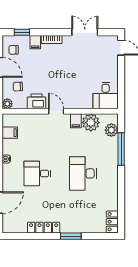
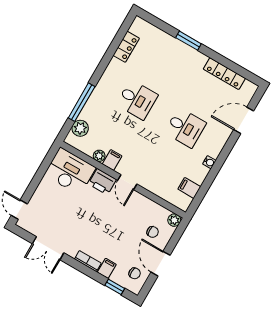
desk: (106, 95) -> (70, 171), width x1.37
printer: (36, 101) -> (102, 182), moved
plant: (91, 123) -> (99, 156), width x0.53, depth x0.53
desk: (83, 173) -> (137, 100), width x0.73
locker: (112, 222) -> (126, 47), moved
locker: (44, 228) -> (224, 74), moved

